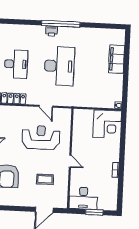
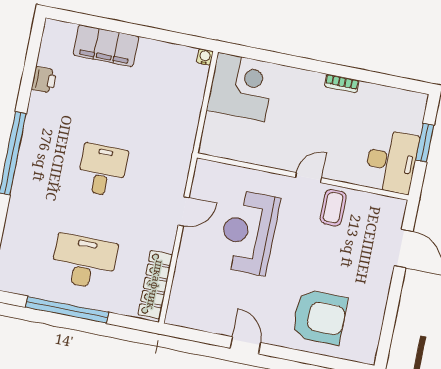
printer: (52, 31) -> (44, 80), moved
desk: (59, 66) -> (102, 170), width x0.53, depth x0.77
coffee table: (45, 179) -> (333, 208), moved

